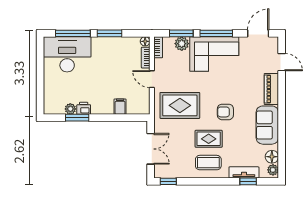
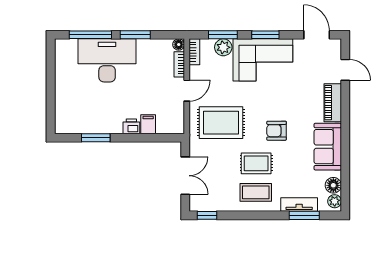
window: (216, 33) -> (265, 35), width x0.69
door: (258, 33) -> (317, 35), hinge flipped
desk: (67, 54) -> (107, 60), moved
door: (152, 79) -> (187, 91), swing flipped
printer: (84, 108) -> (131, 126), moved
plant: (70, 109) -> (87, 127), removed
window: (248, 181) -> (304, 215), width x1.50

